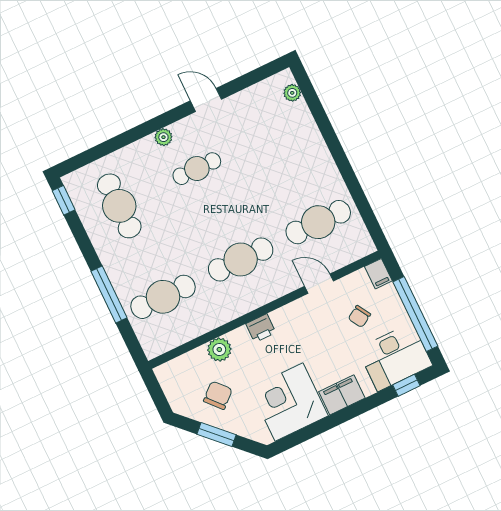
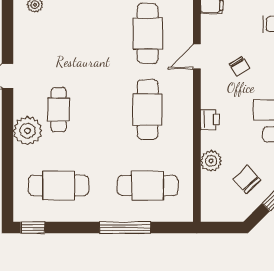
plant: (163, 137) -> (28, 131), width x1.87, depth x1.87
cafe table: (163, 297) -> (148, 186), turned 90
chair: (359, 316) -> (239, 66), moved

